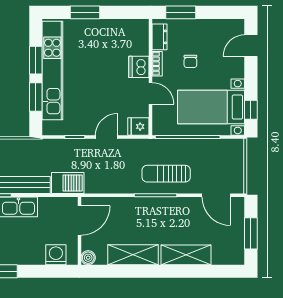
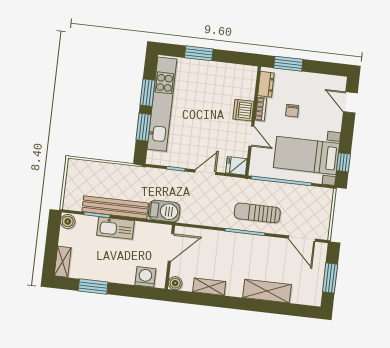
door: (251, 46) -> (350, 102), hinge flipped
shelving: (133, 255) -> (209, 287), width x0.67, depth x0.75

